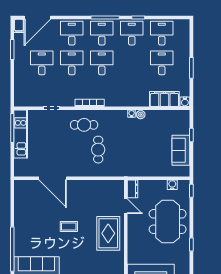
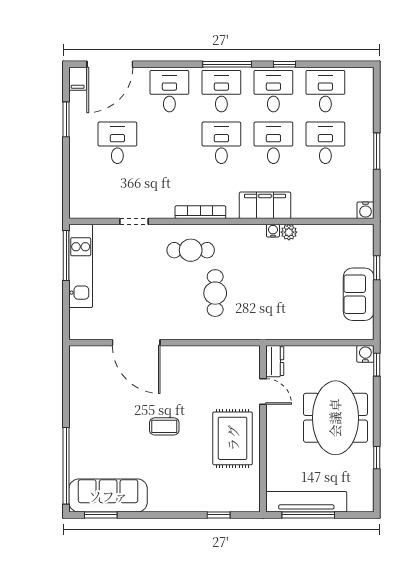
desk: (72, 63) -> (273, 143), moved
filing cabinet: (164, 99) -> (265, 205), moved
water cooler: (172, 185) -> (365, 354), moved

